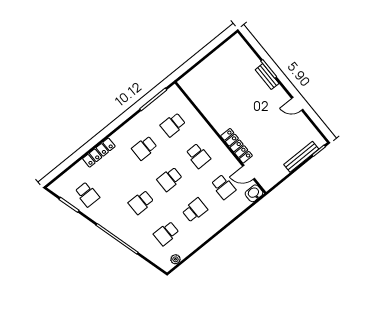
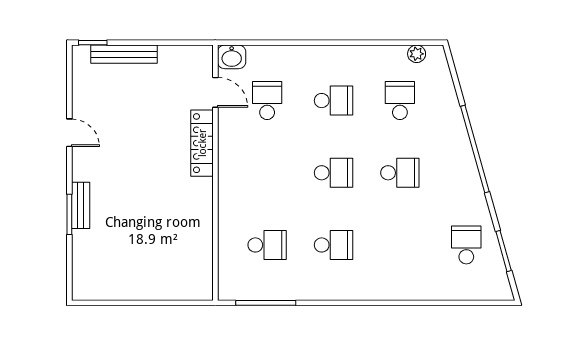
locker: (99, 153) -> (402, 290), removed
school desk: (198, 156) -> (267, 173), removed
school desk: (195, 210) -> (333, 101), turned 180
school desk: (166, 233) -> (400, 101), turned -90

